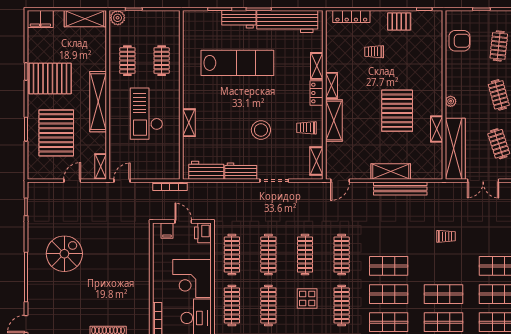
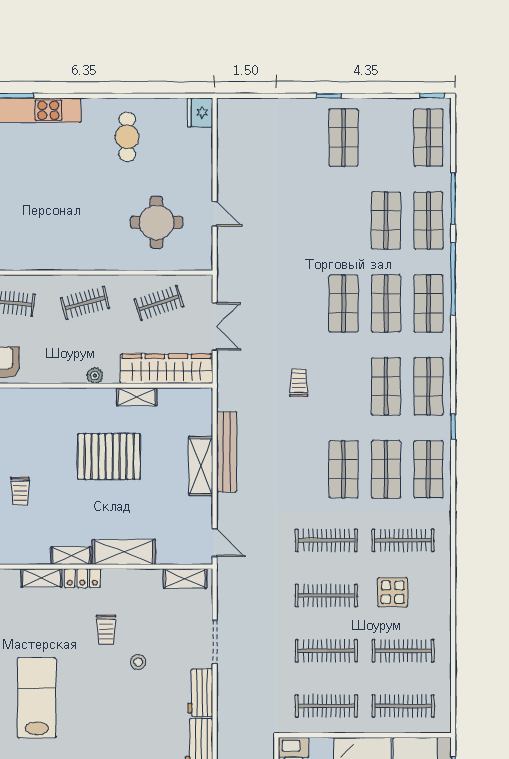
lab bench: (237, 63) -> (37, 698), width x0.73
trolley: (306, 128) -> (106, 629), moved
stool: (261, 130) -> (138, 662), width x0.53, depth x0.53

